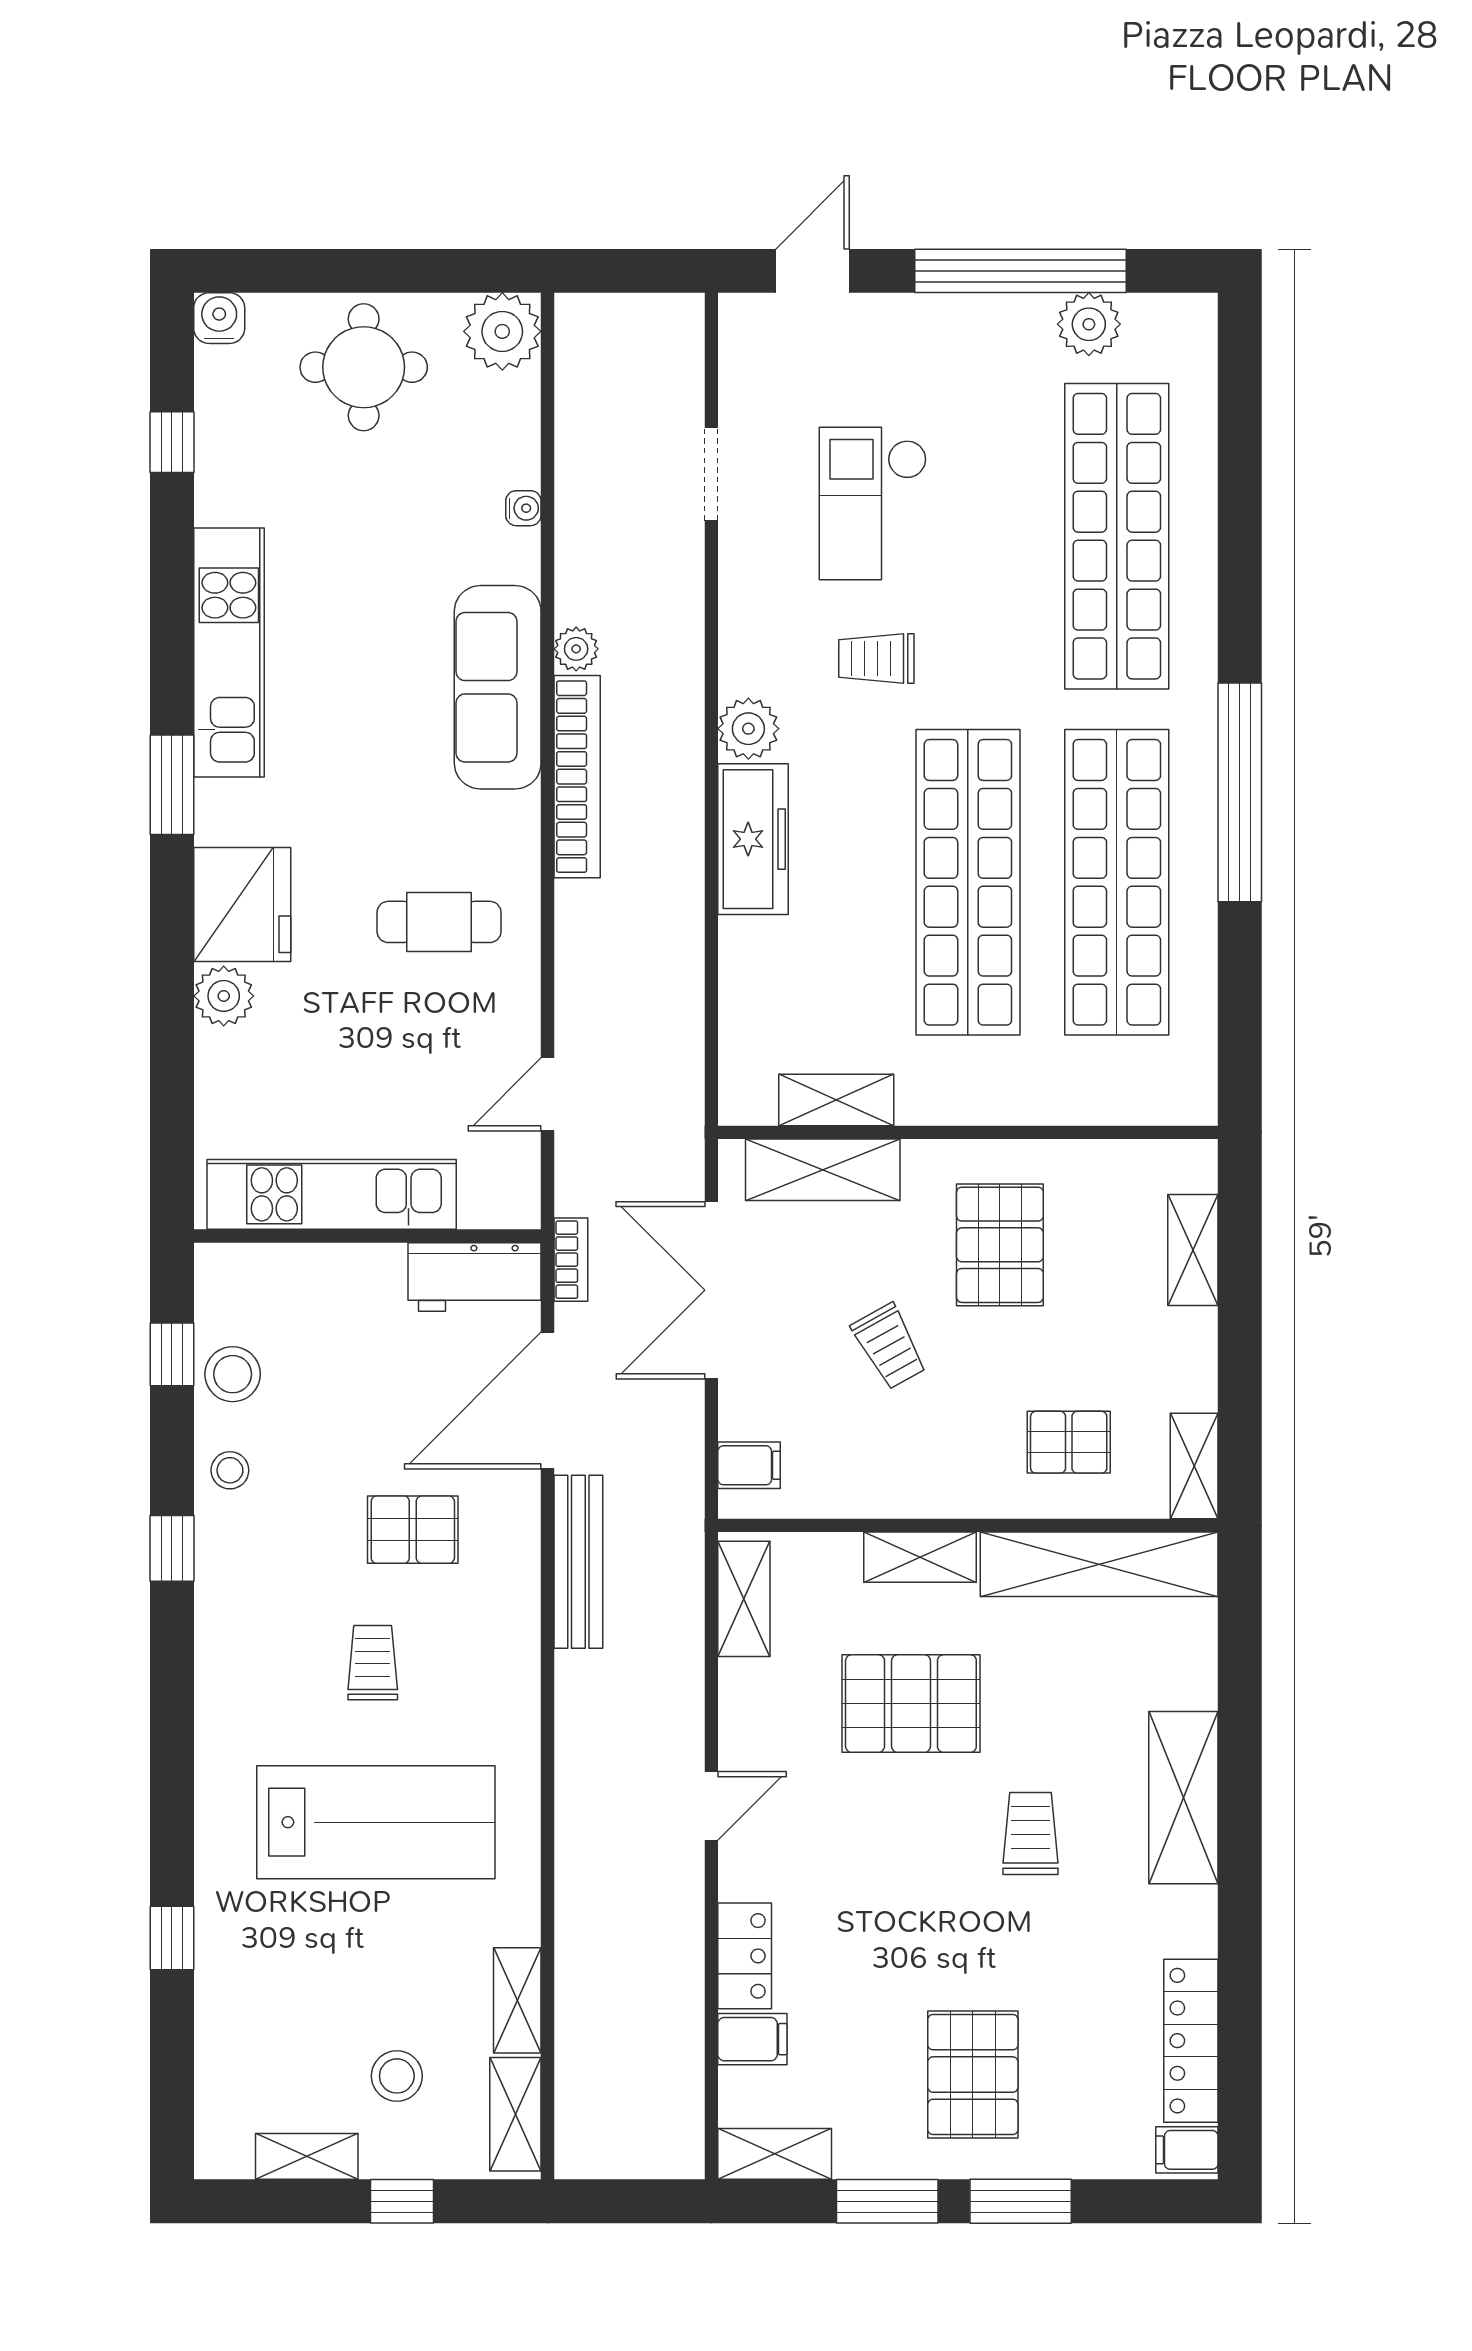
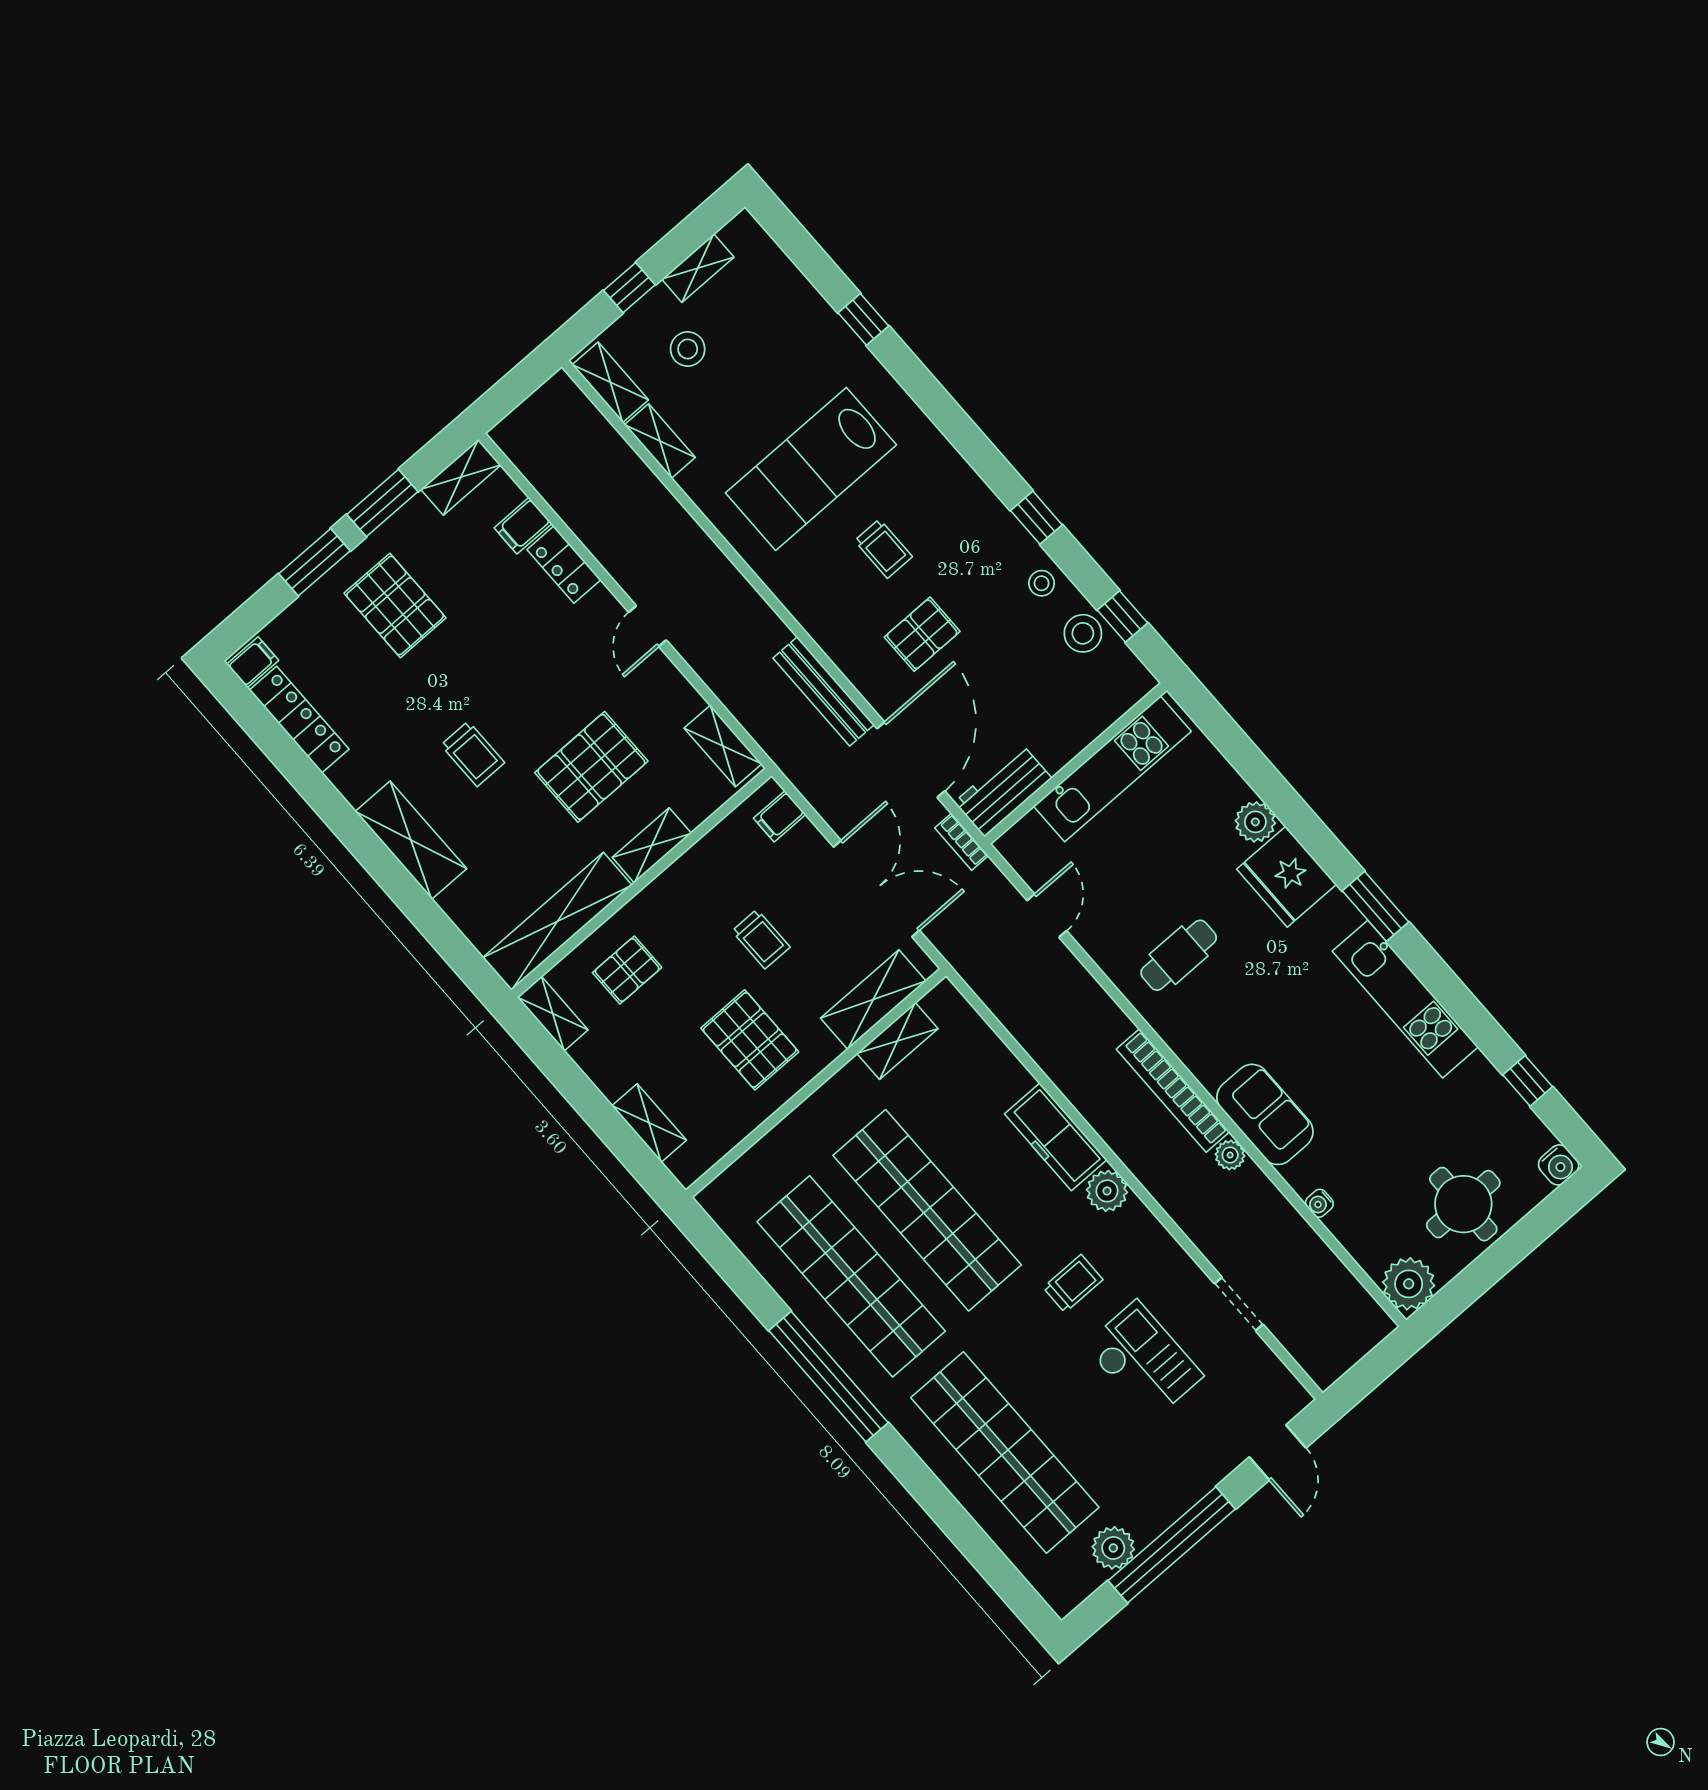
sofa: (498, 687) -> (1265, 1114), width x0.73
trolley: (889, 1346) -> (761, 939), turned -151

